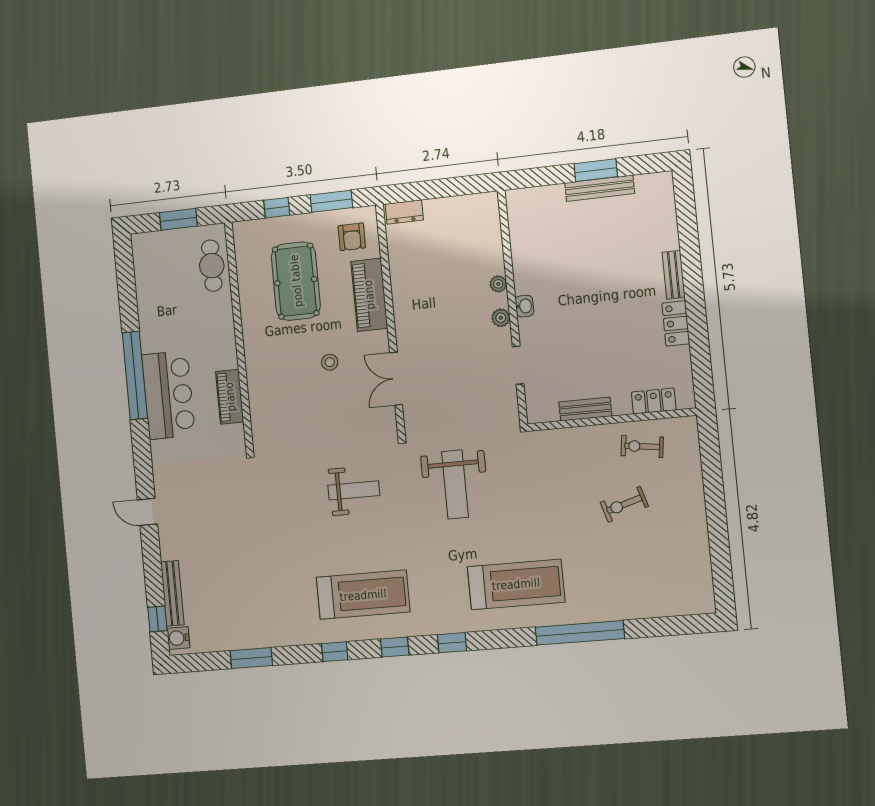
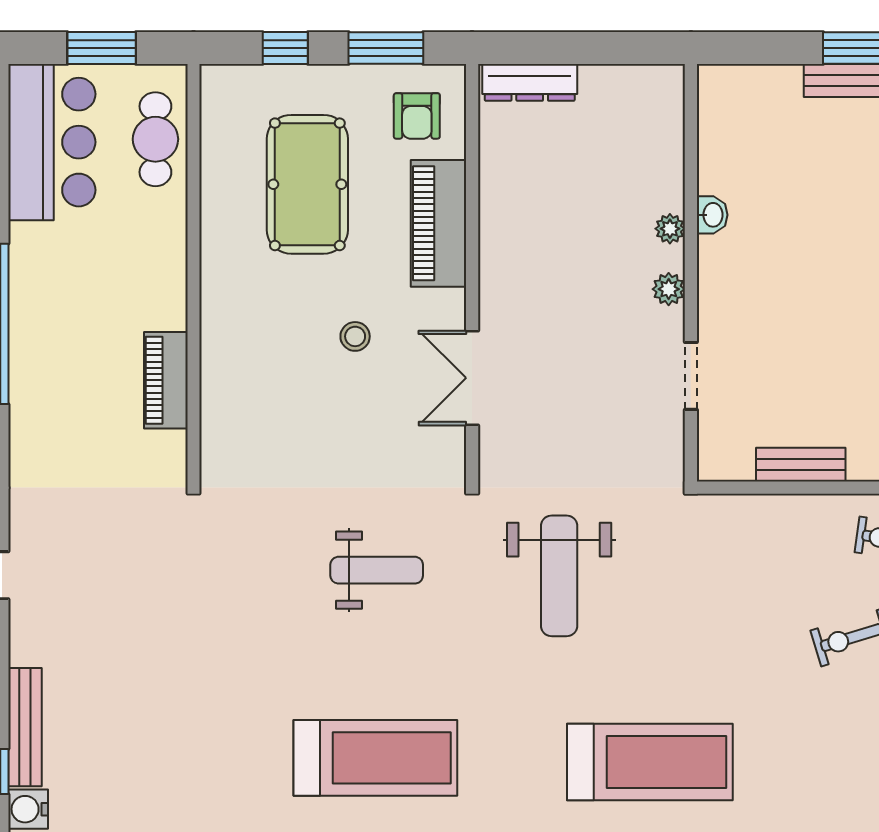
dresser: (404, 212) -> (530, 82), width x1.44
washbasin: (524, 306) -> (712, 215), moved
bar counter: (168, 395) -> (52, 142), moved

